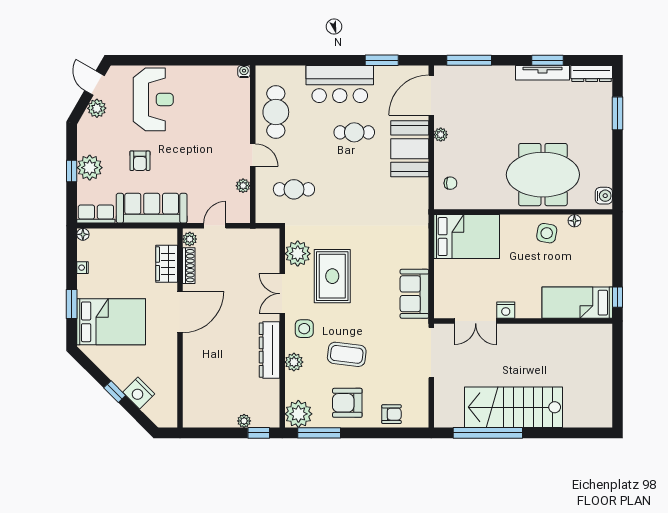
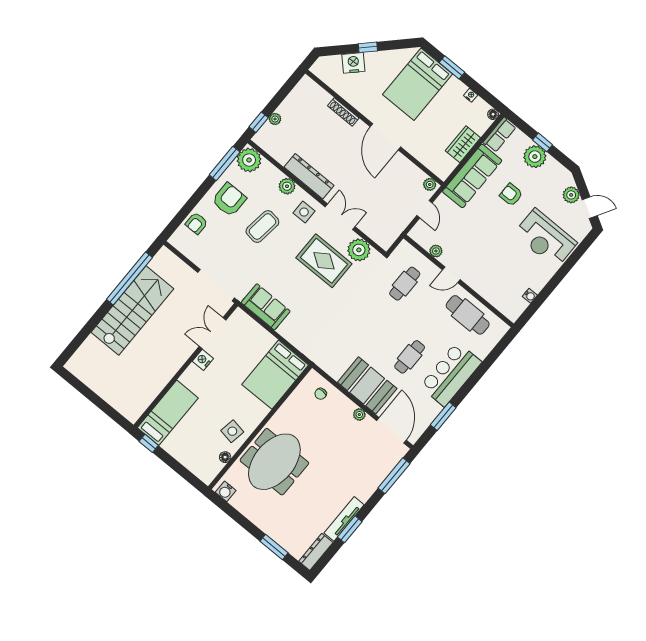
water cooler: (244, 72) -> (530, 296), moved
wardrobe: (167, 264) -> (463, 144), moved, turned -90
shoe rack: (189, 266) -> (343, 112), moved

